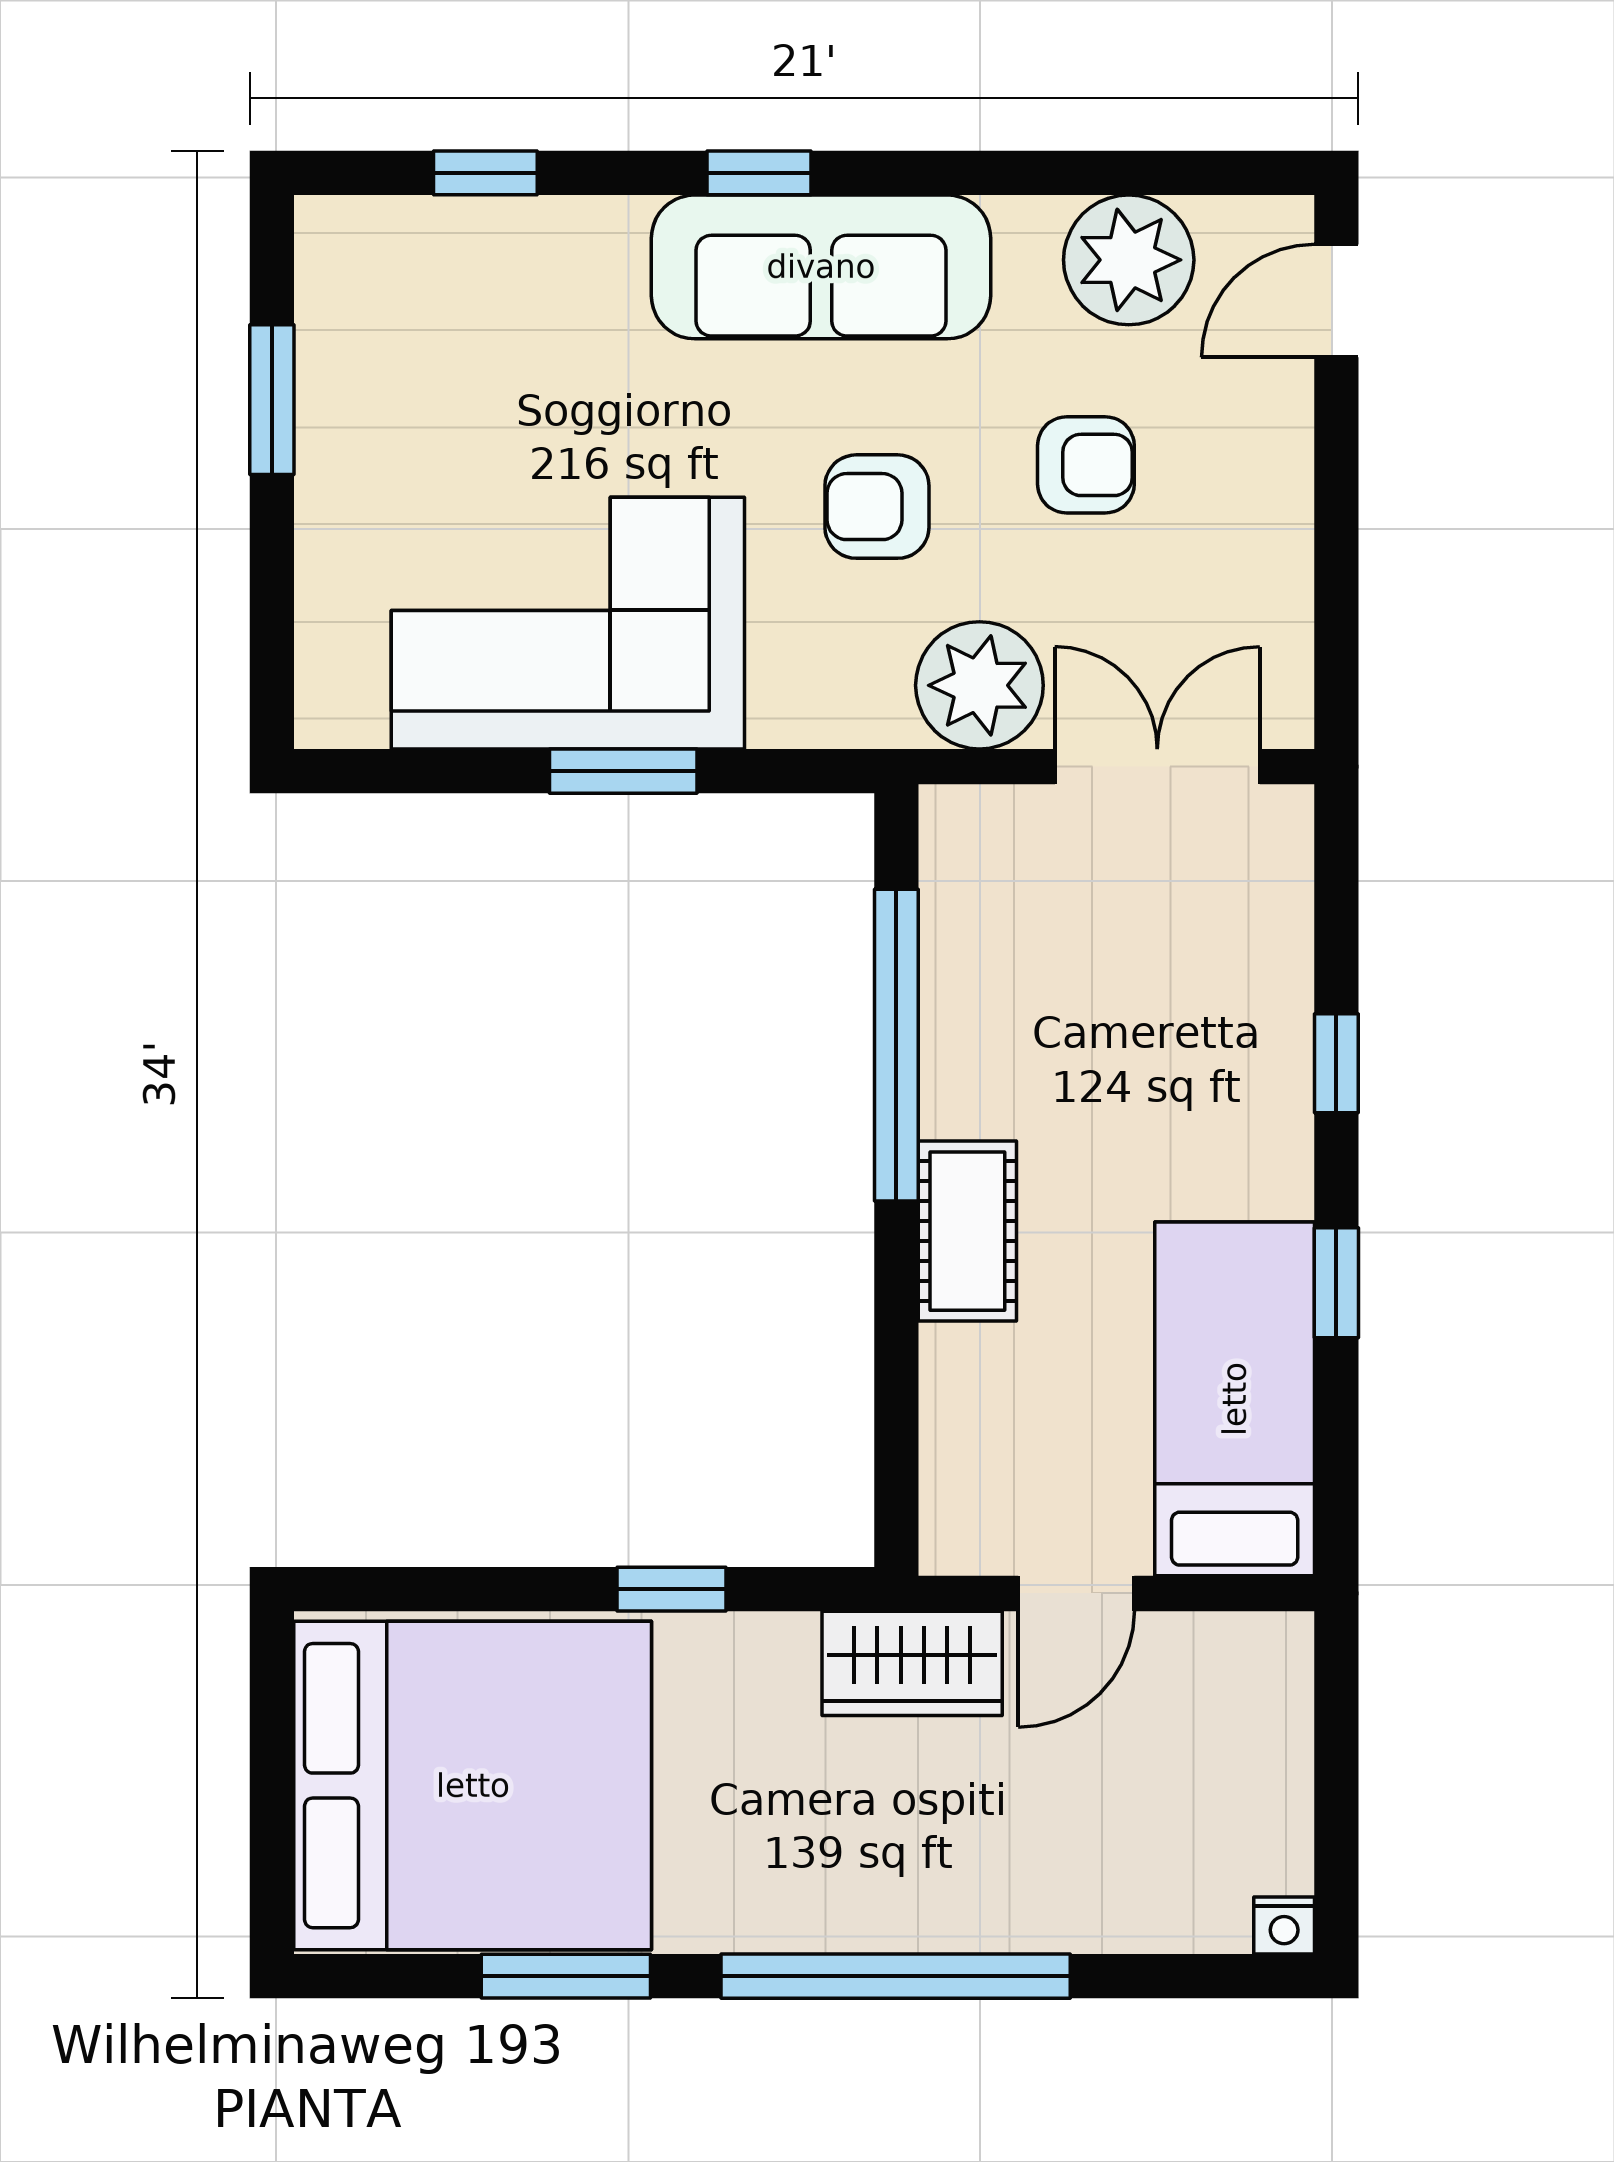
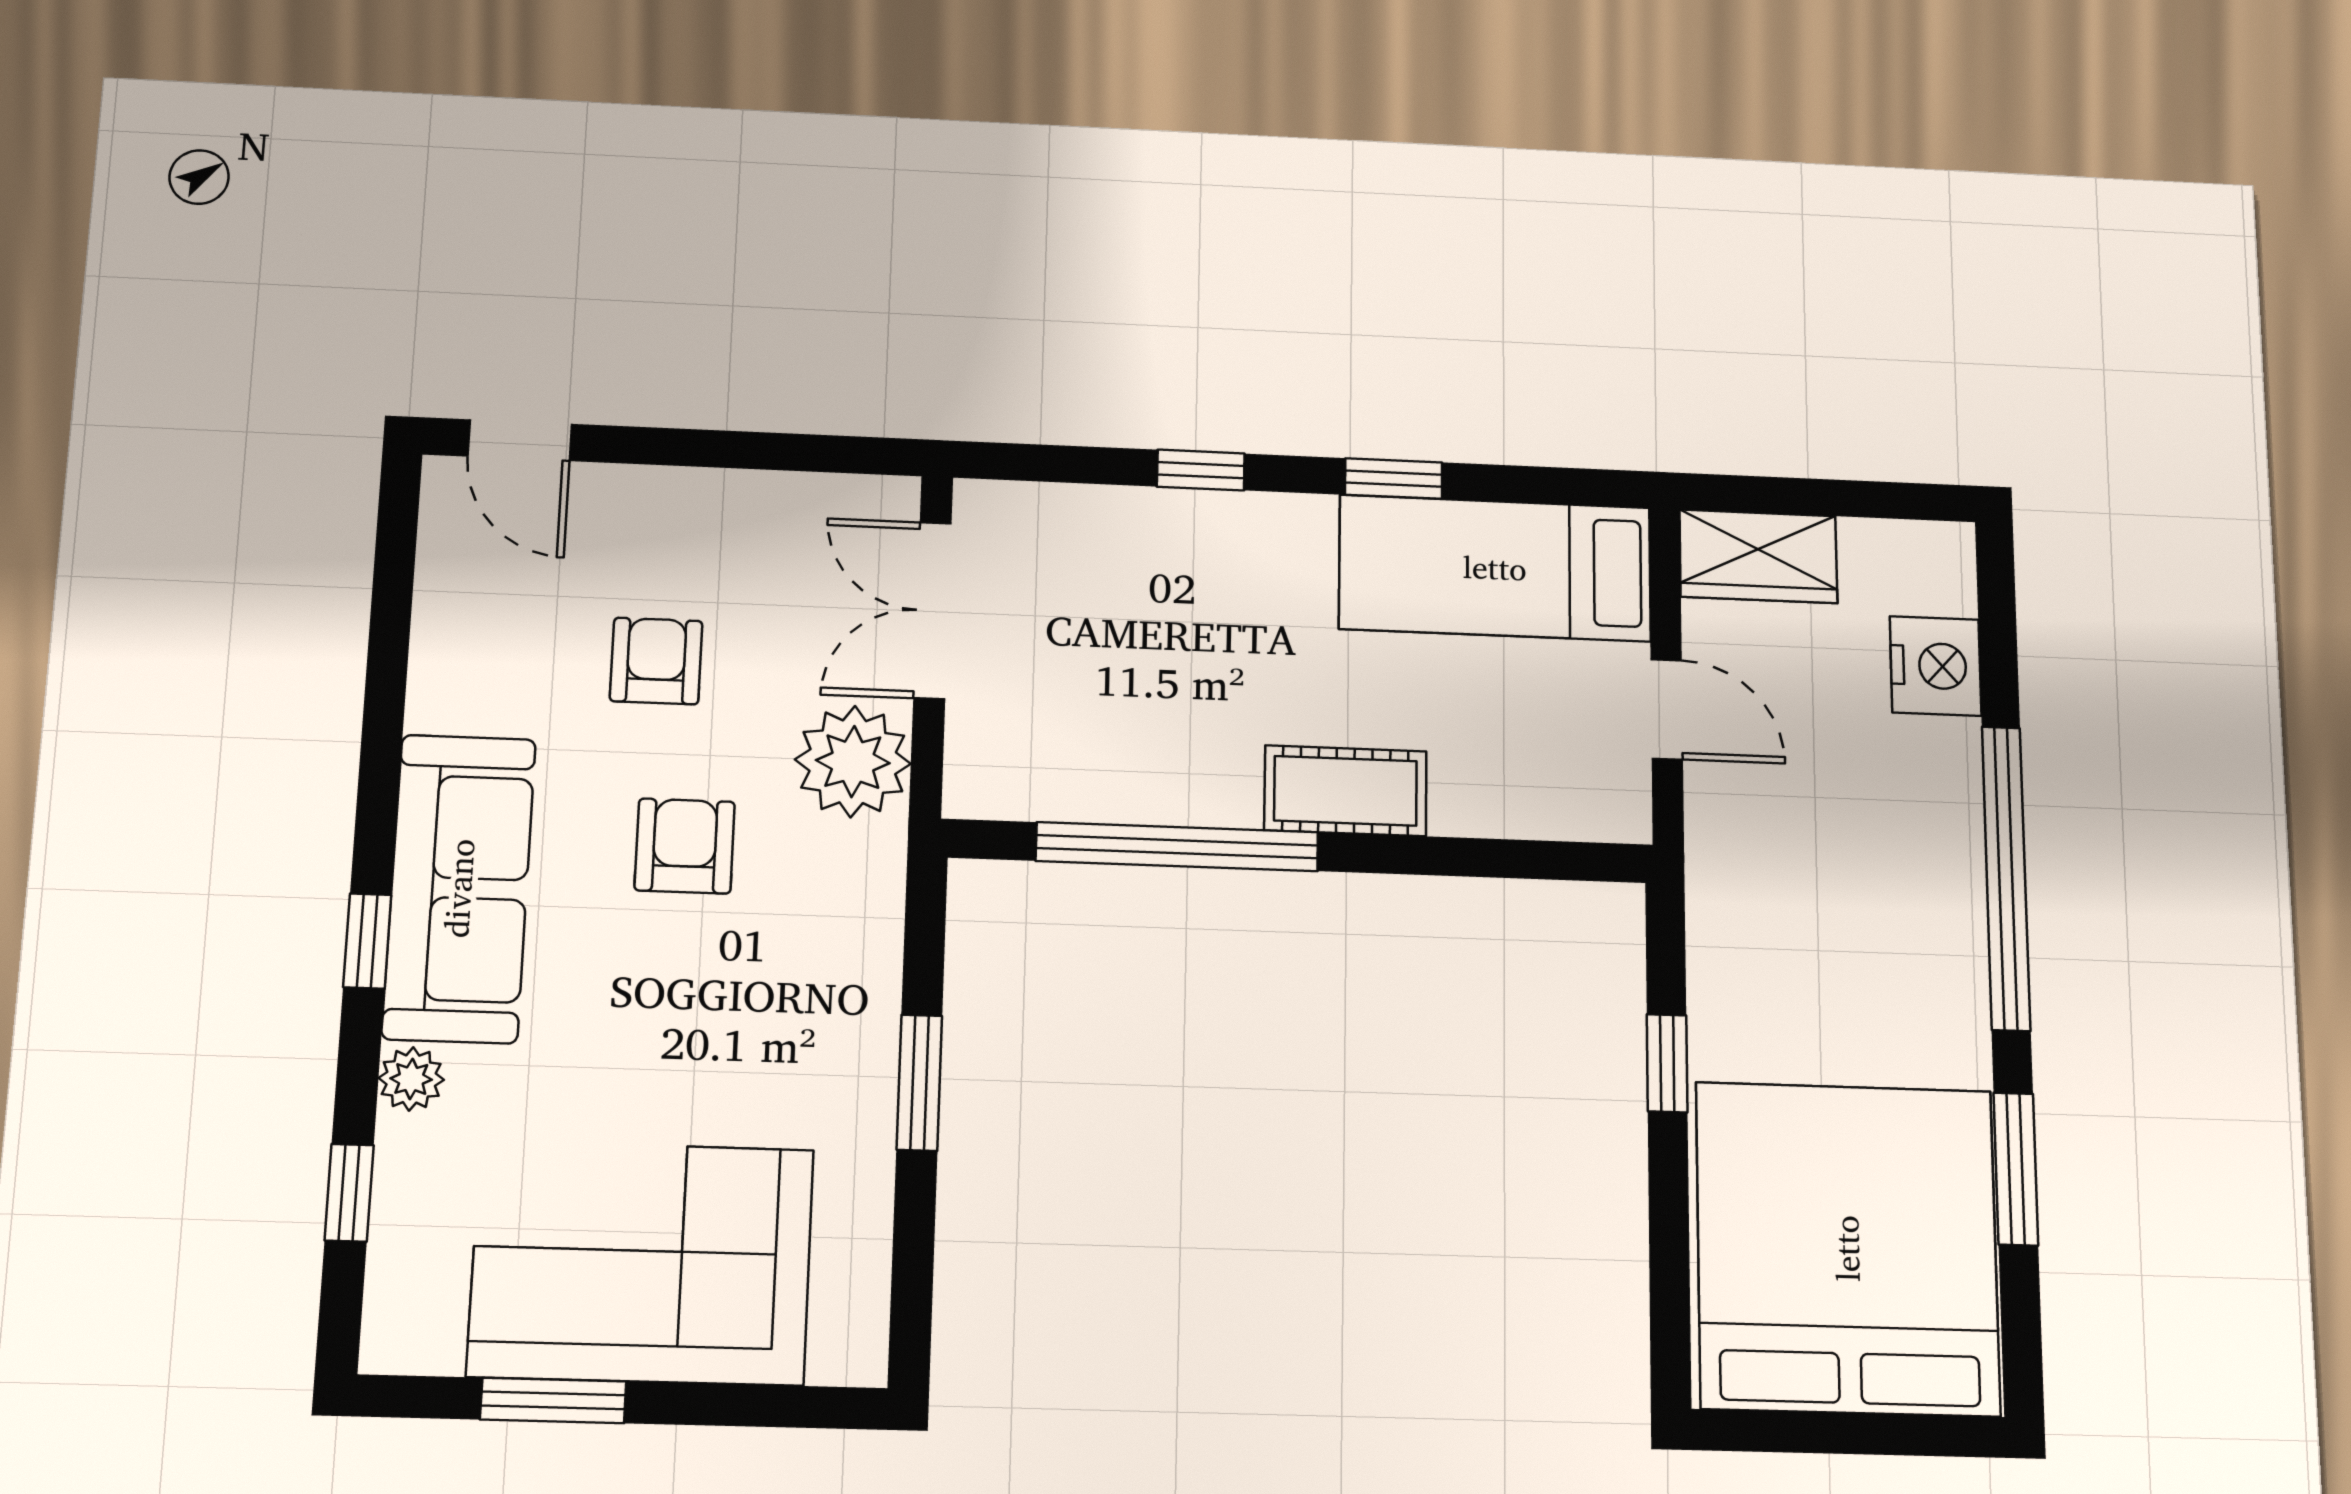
plant: (1129, 260) -> (411, 1079), moved, width x0.53, depth x0.53
armchair: (877, 507) -> (685, 846), turned 180
corner sofa: (568, 623) -> (641, 1263), moved, turned 90
wardrobe: (912, 1663) -> (1758, 556), moved, turned 90
nightstand: (1284, 1926) -> (1935, 666), moved, width x1.89, depth x1.79

